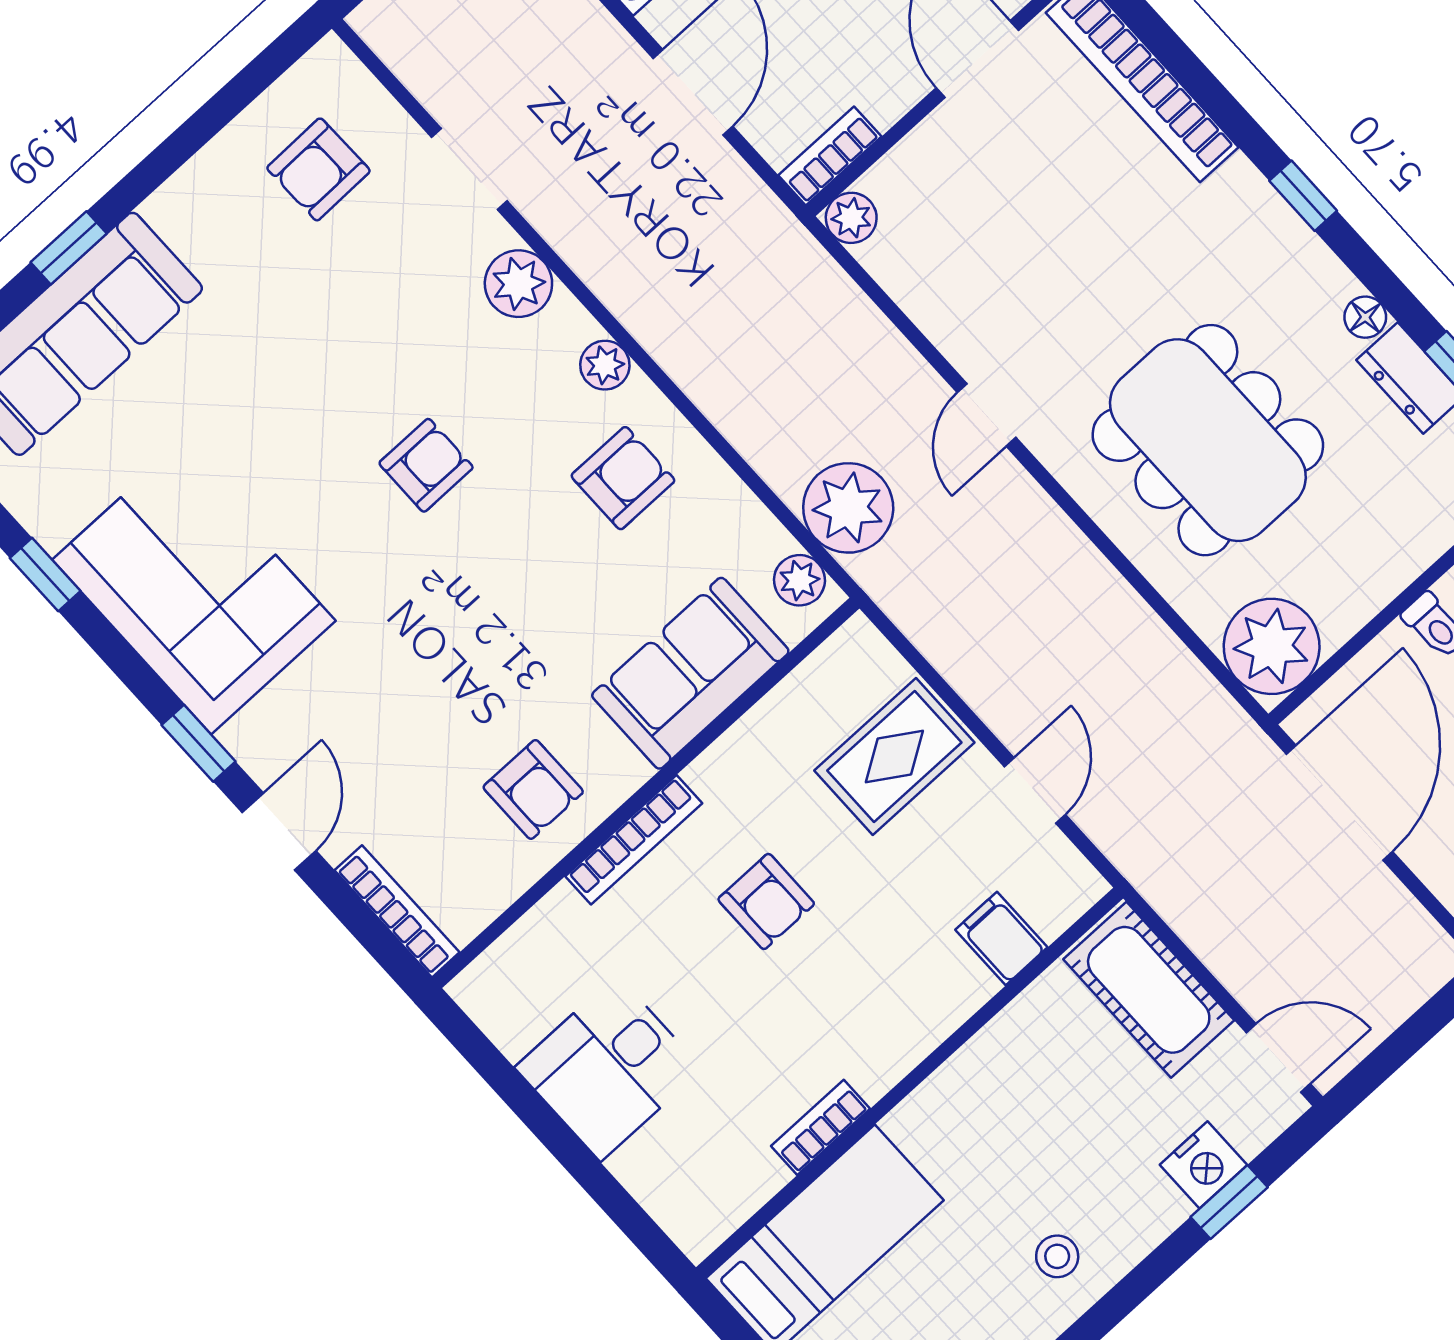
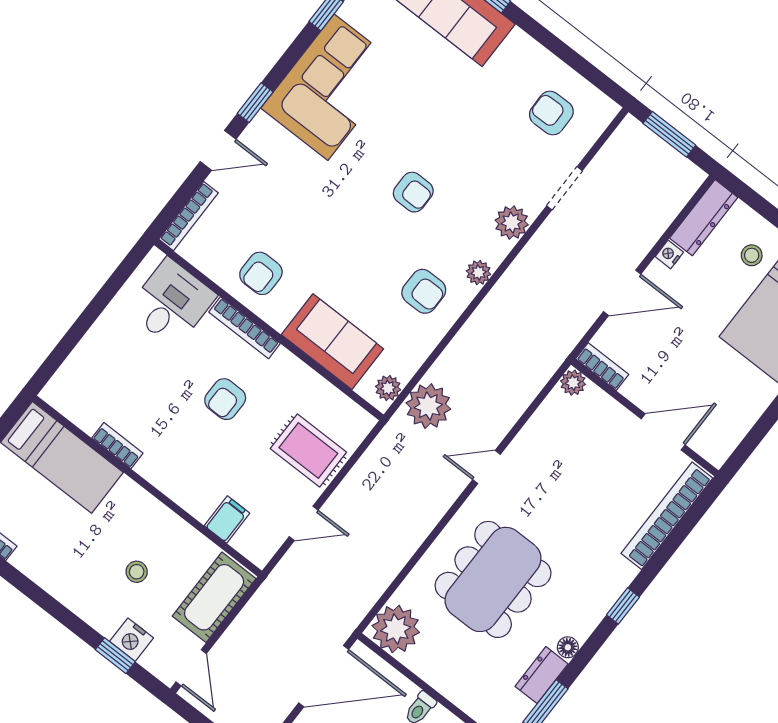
desk: (609, 1068) -> (171, 303), moved, turned 90
stool: (1057, 1256) -> (137, 572), moved

